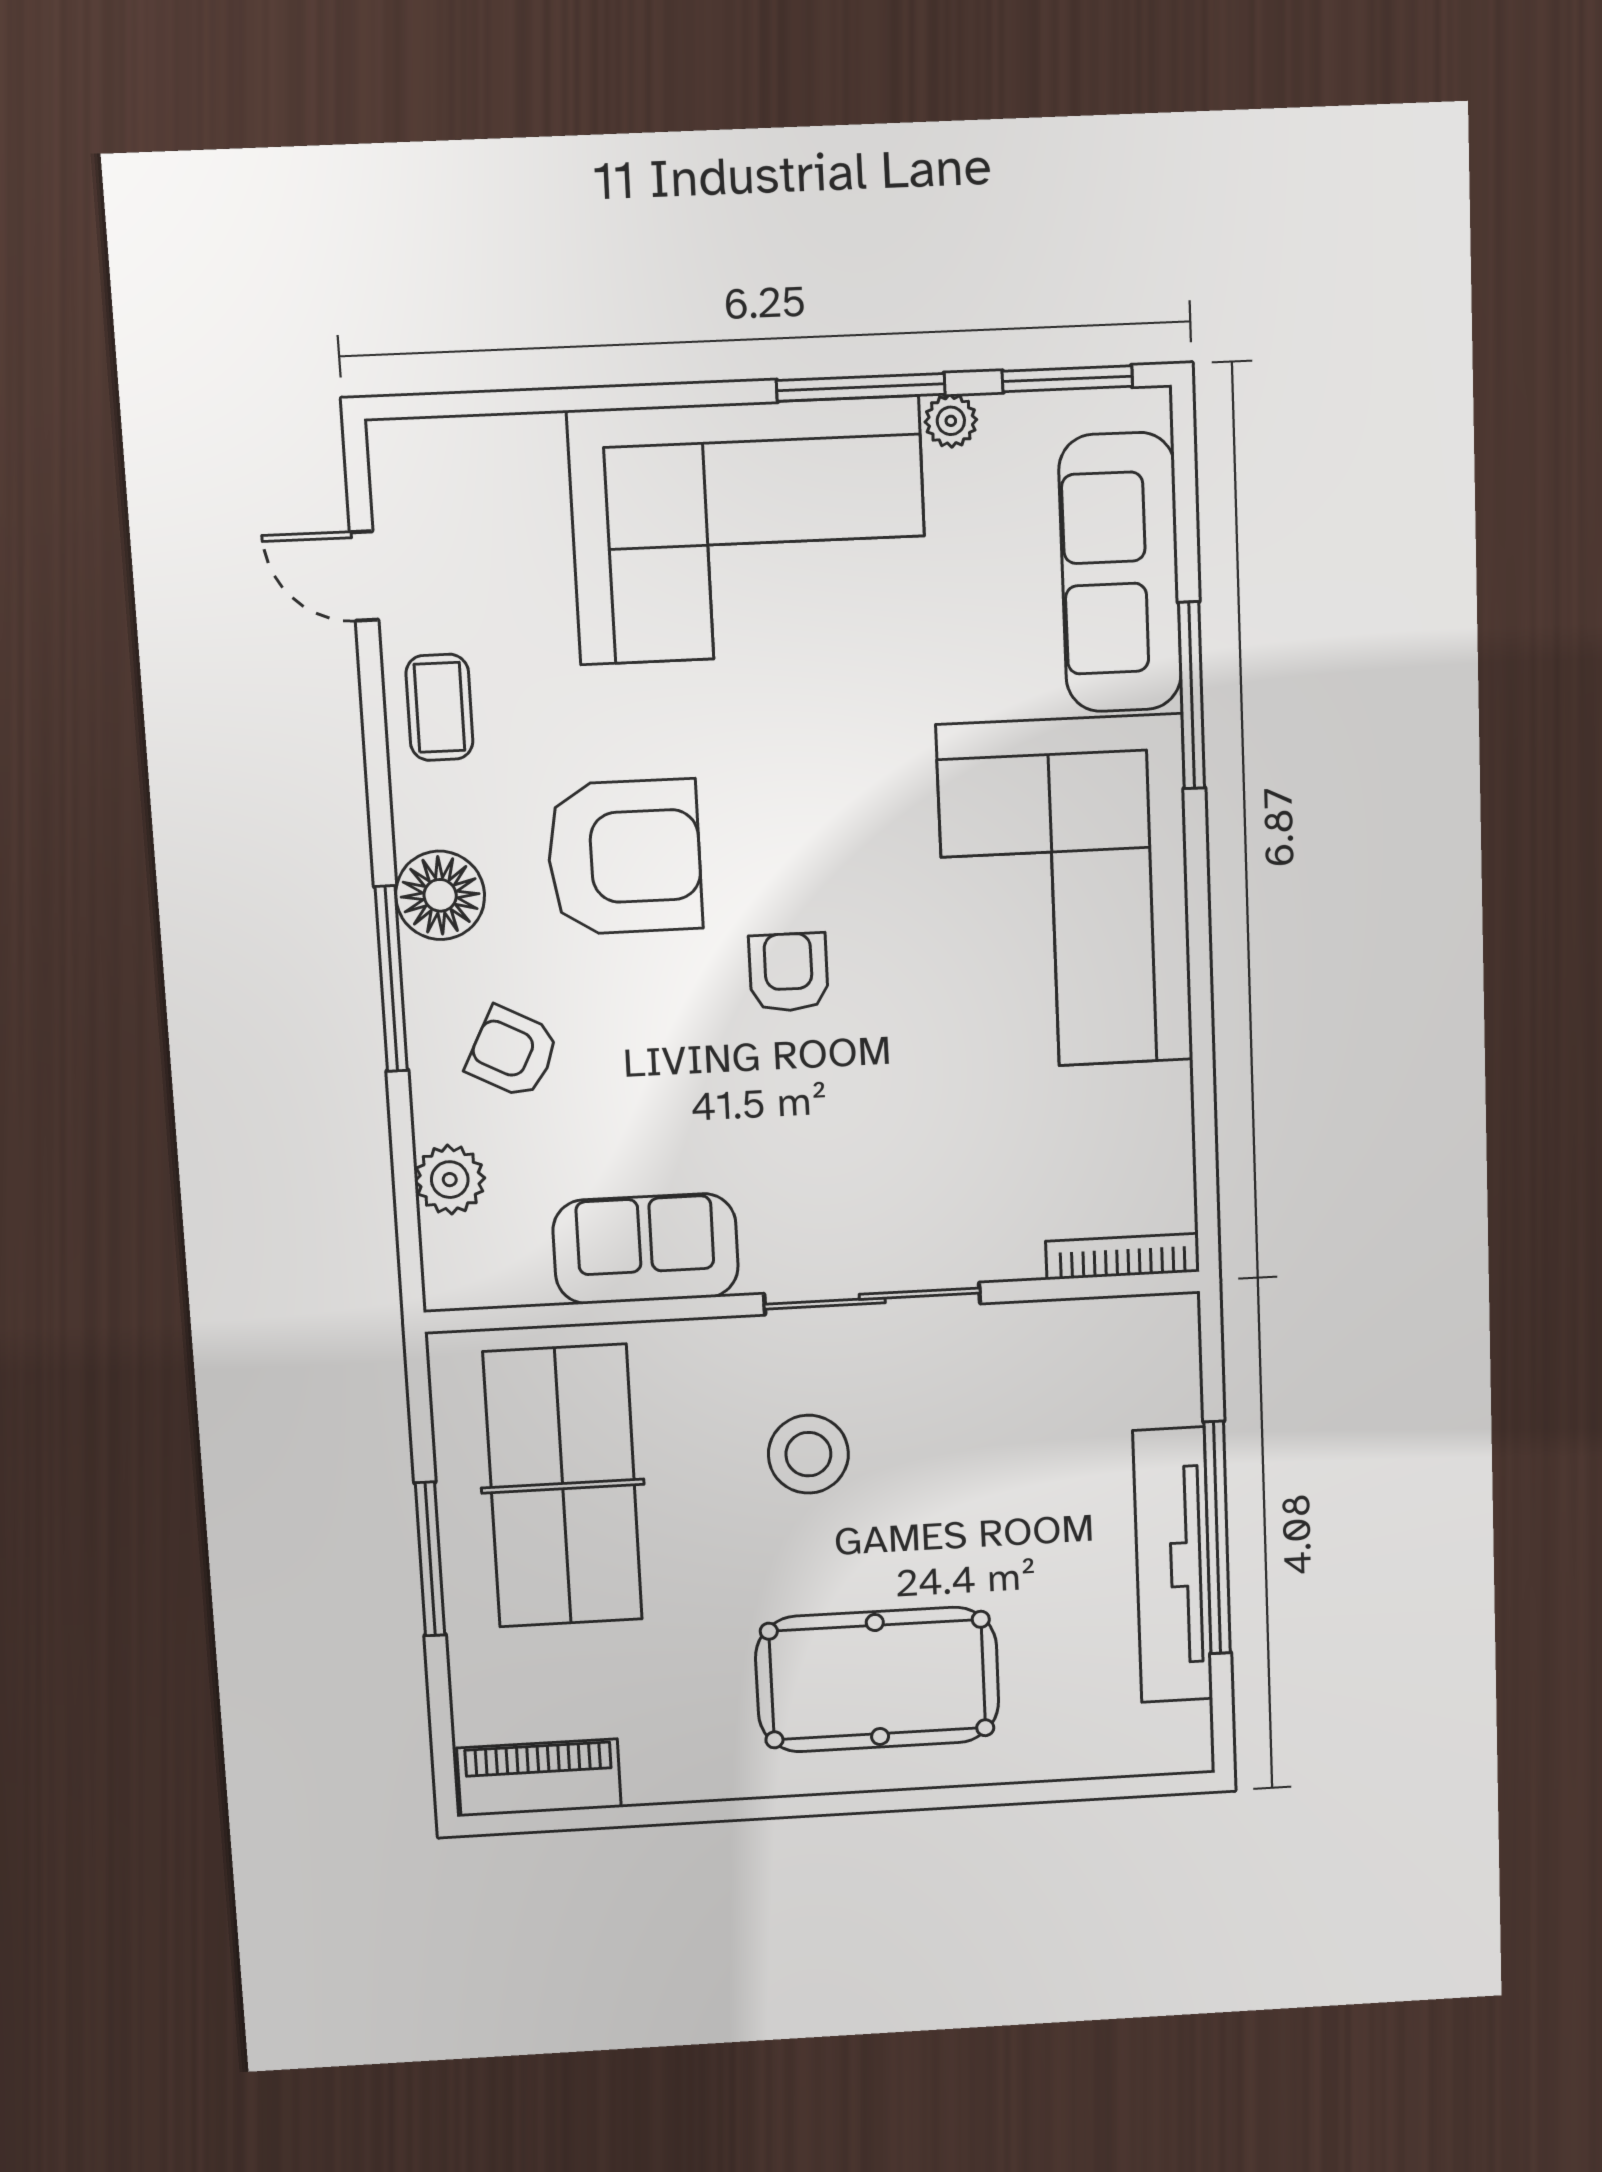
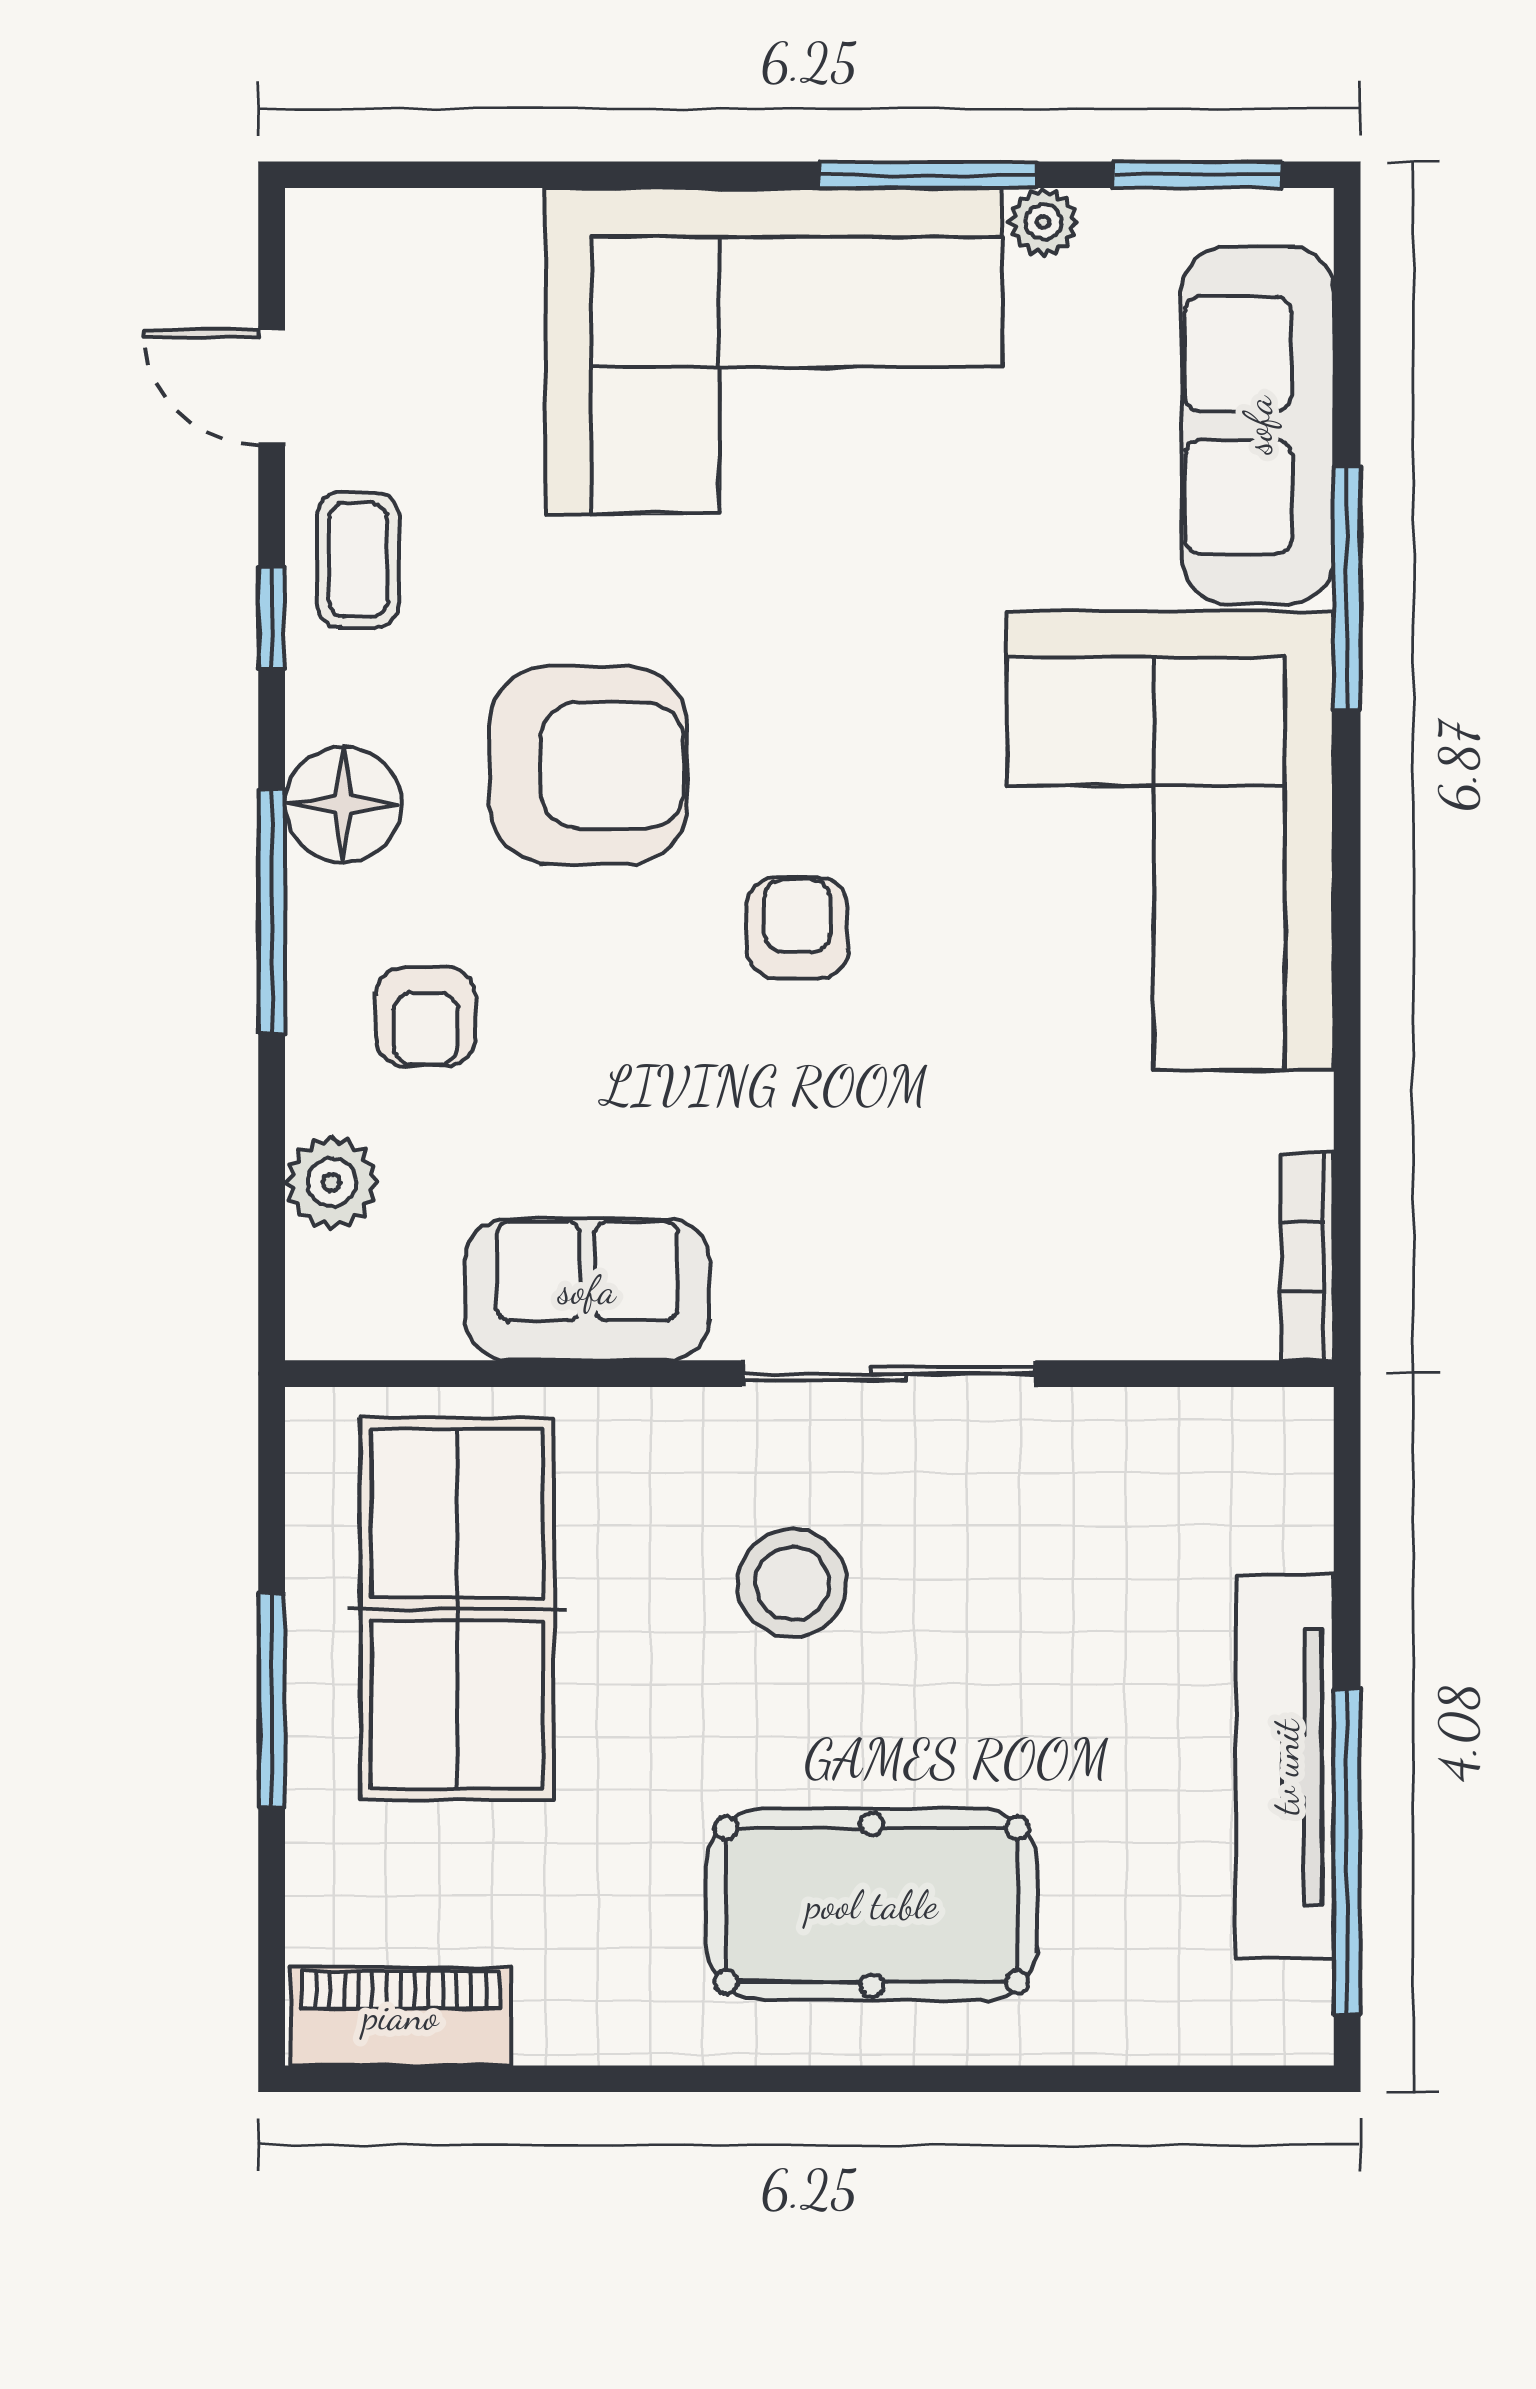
window: (376, 755) -> (272, 618), added
armchair: (513, 1052) -> (426, 1016), turned -117
bookcase: (1123, 1256) -> (1307, 1257), moved, turned -90
window: (1217, 1538) -> (1347, 1852), moved

